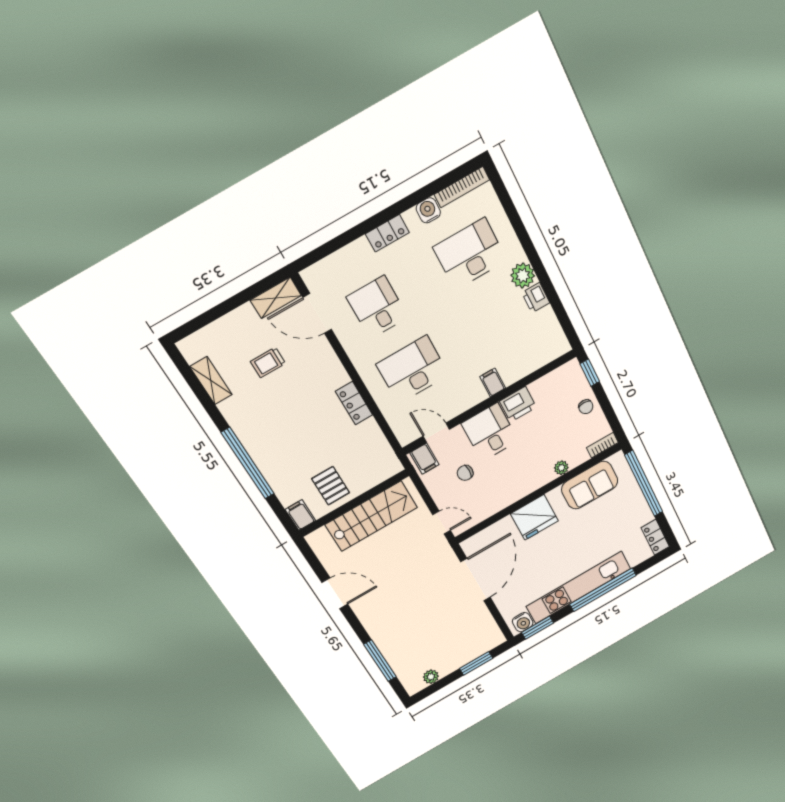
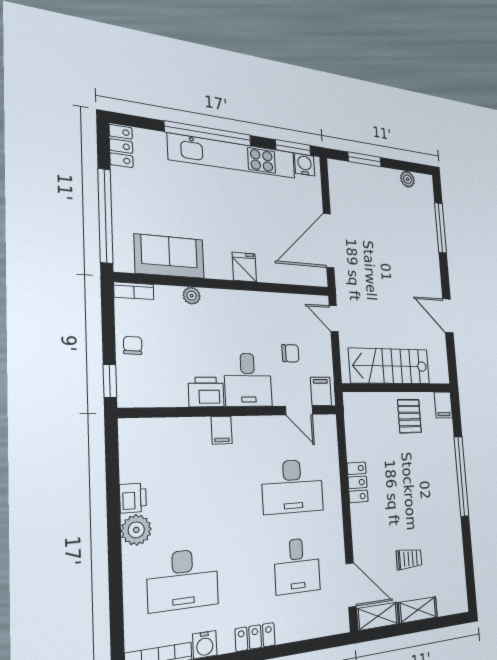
shelving: (211, 381) -> (418, 610), moved, turned 90
fridge: (534, 517) -> (244, 267), width x0.53, depth x0.75

